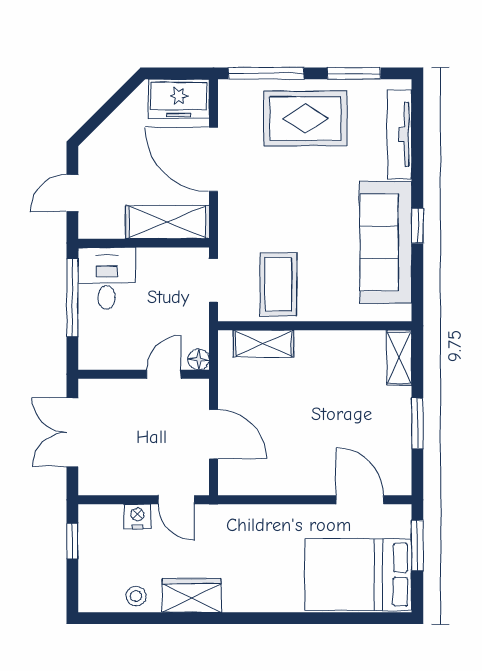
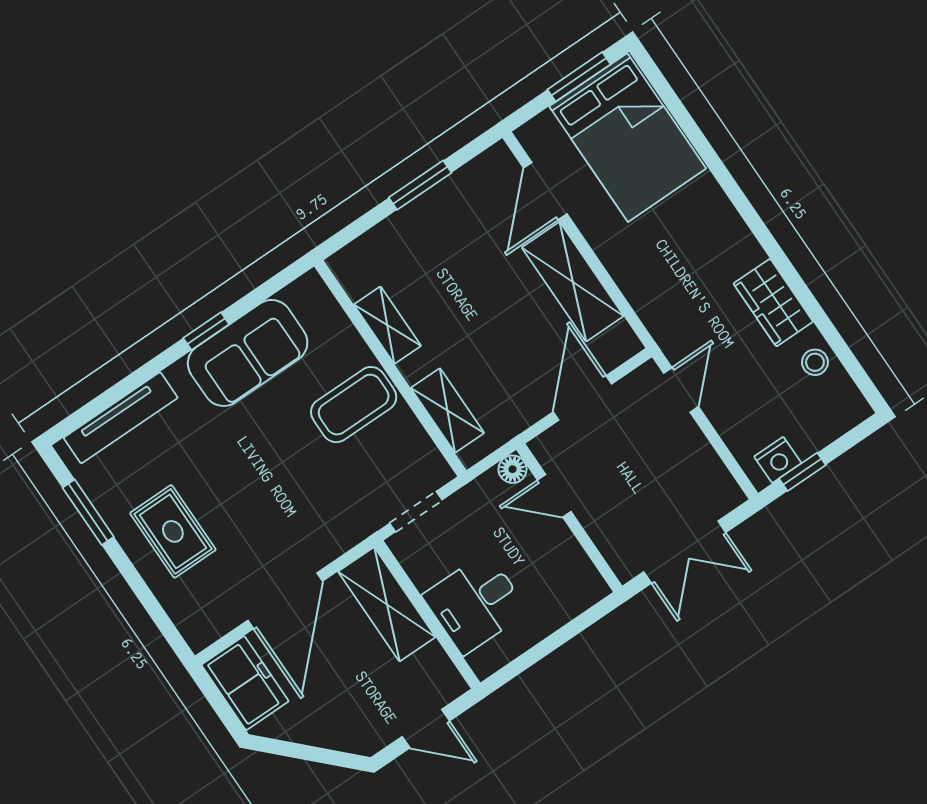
window: (266, 73) -> (153, 607), removed
rug: (305, 119) -> (173, 531), width x0.73, depth x0.70
sofa: (386, 242) -> (248, 353), width x0.73
desk: (107, 278) -> (475, 603), moved
coffee table: (278, 284) -> (354, 405), moved
window: (72, 298) -> (539, 651), removed
shelving: (399, 358) -> (387, 325), moved, turned 90
shelving: (291, 478) -> (573, 282), added
nightstand: (137, 516) -> (778, 460), moved, turned -90
window: (417, 546) -> (579, 77), moved

